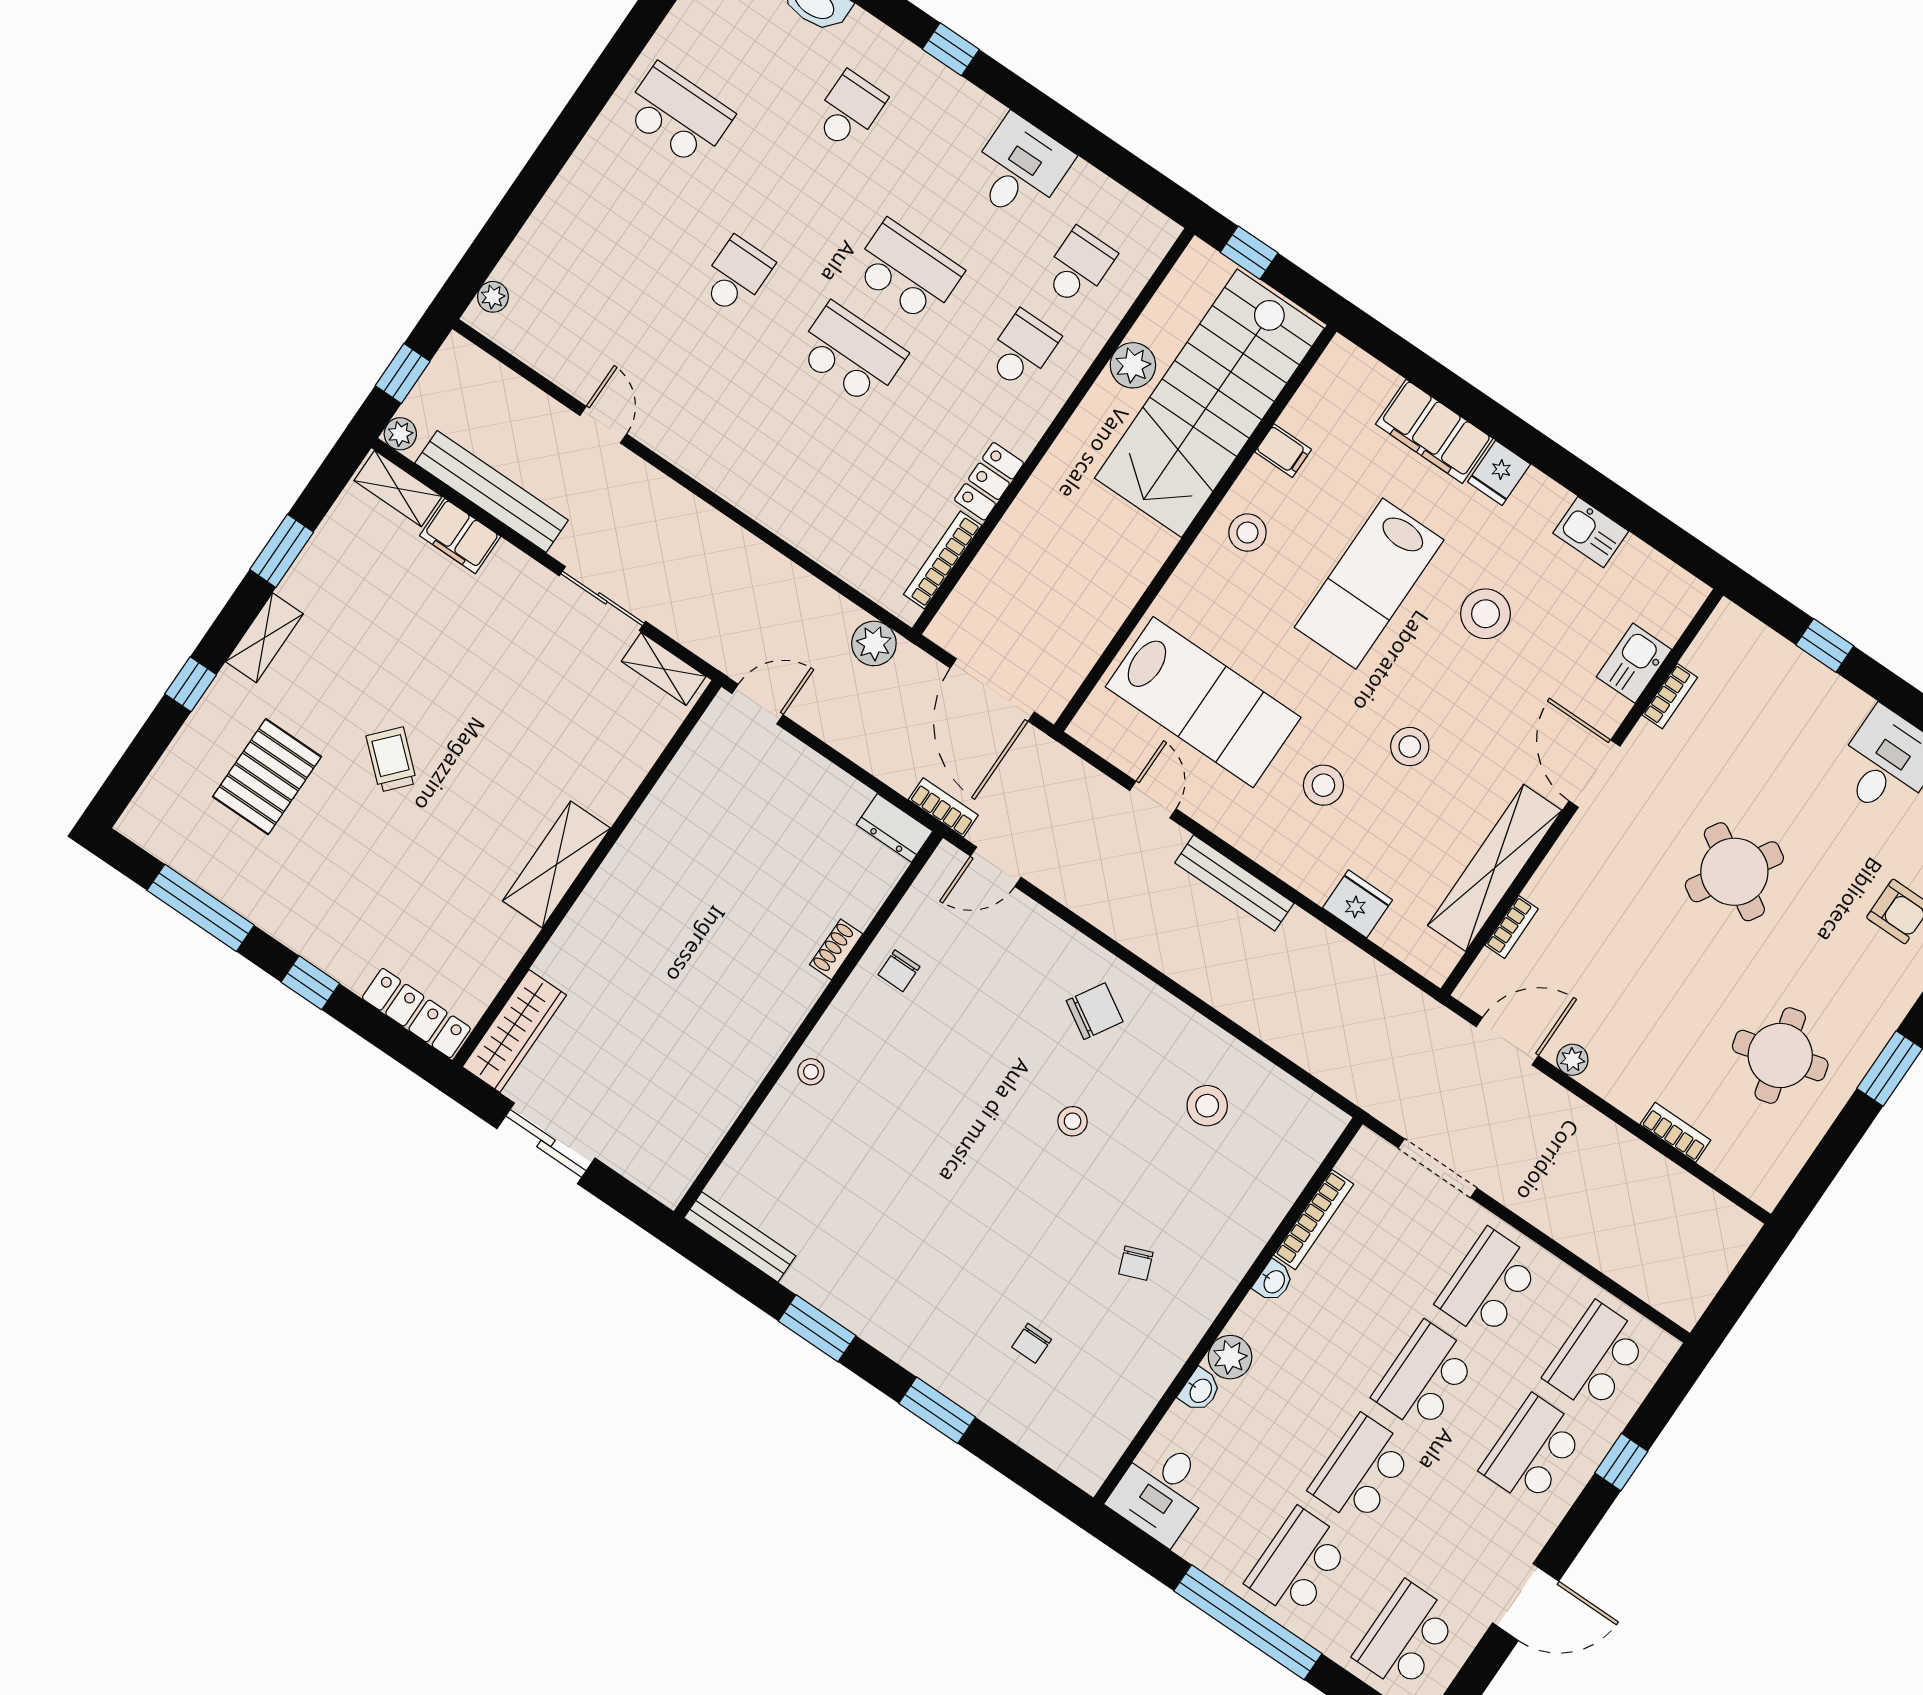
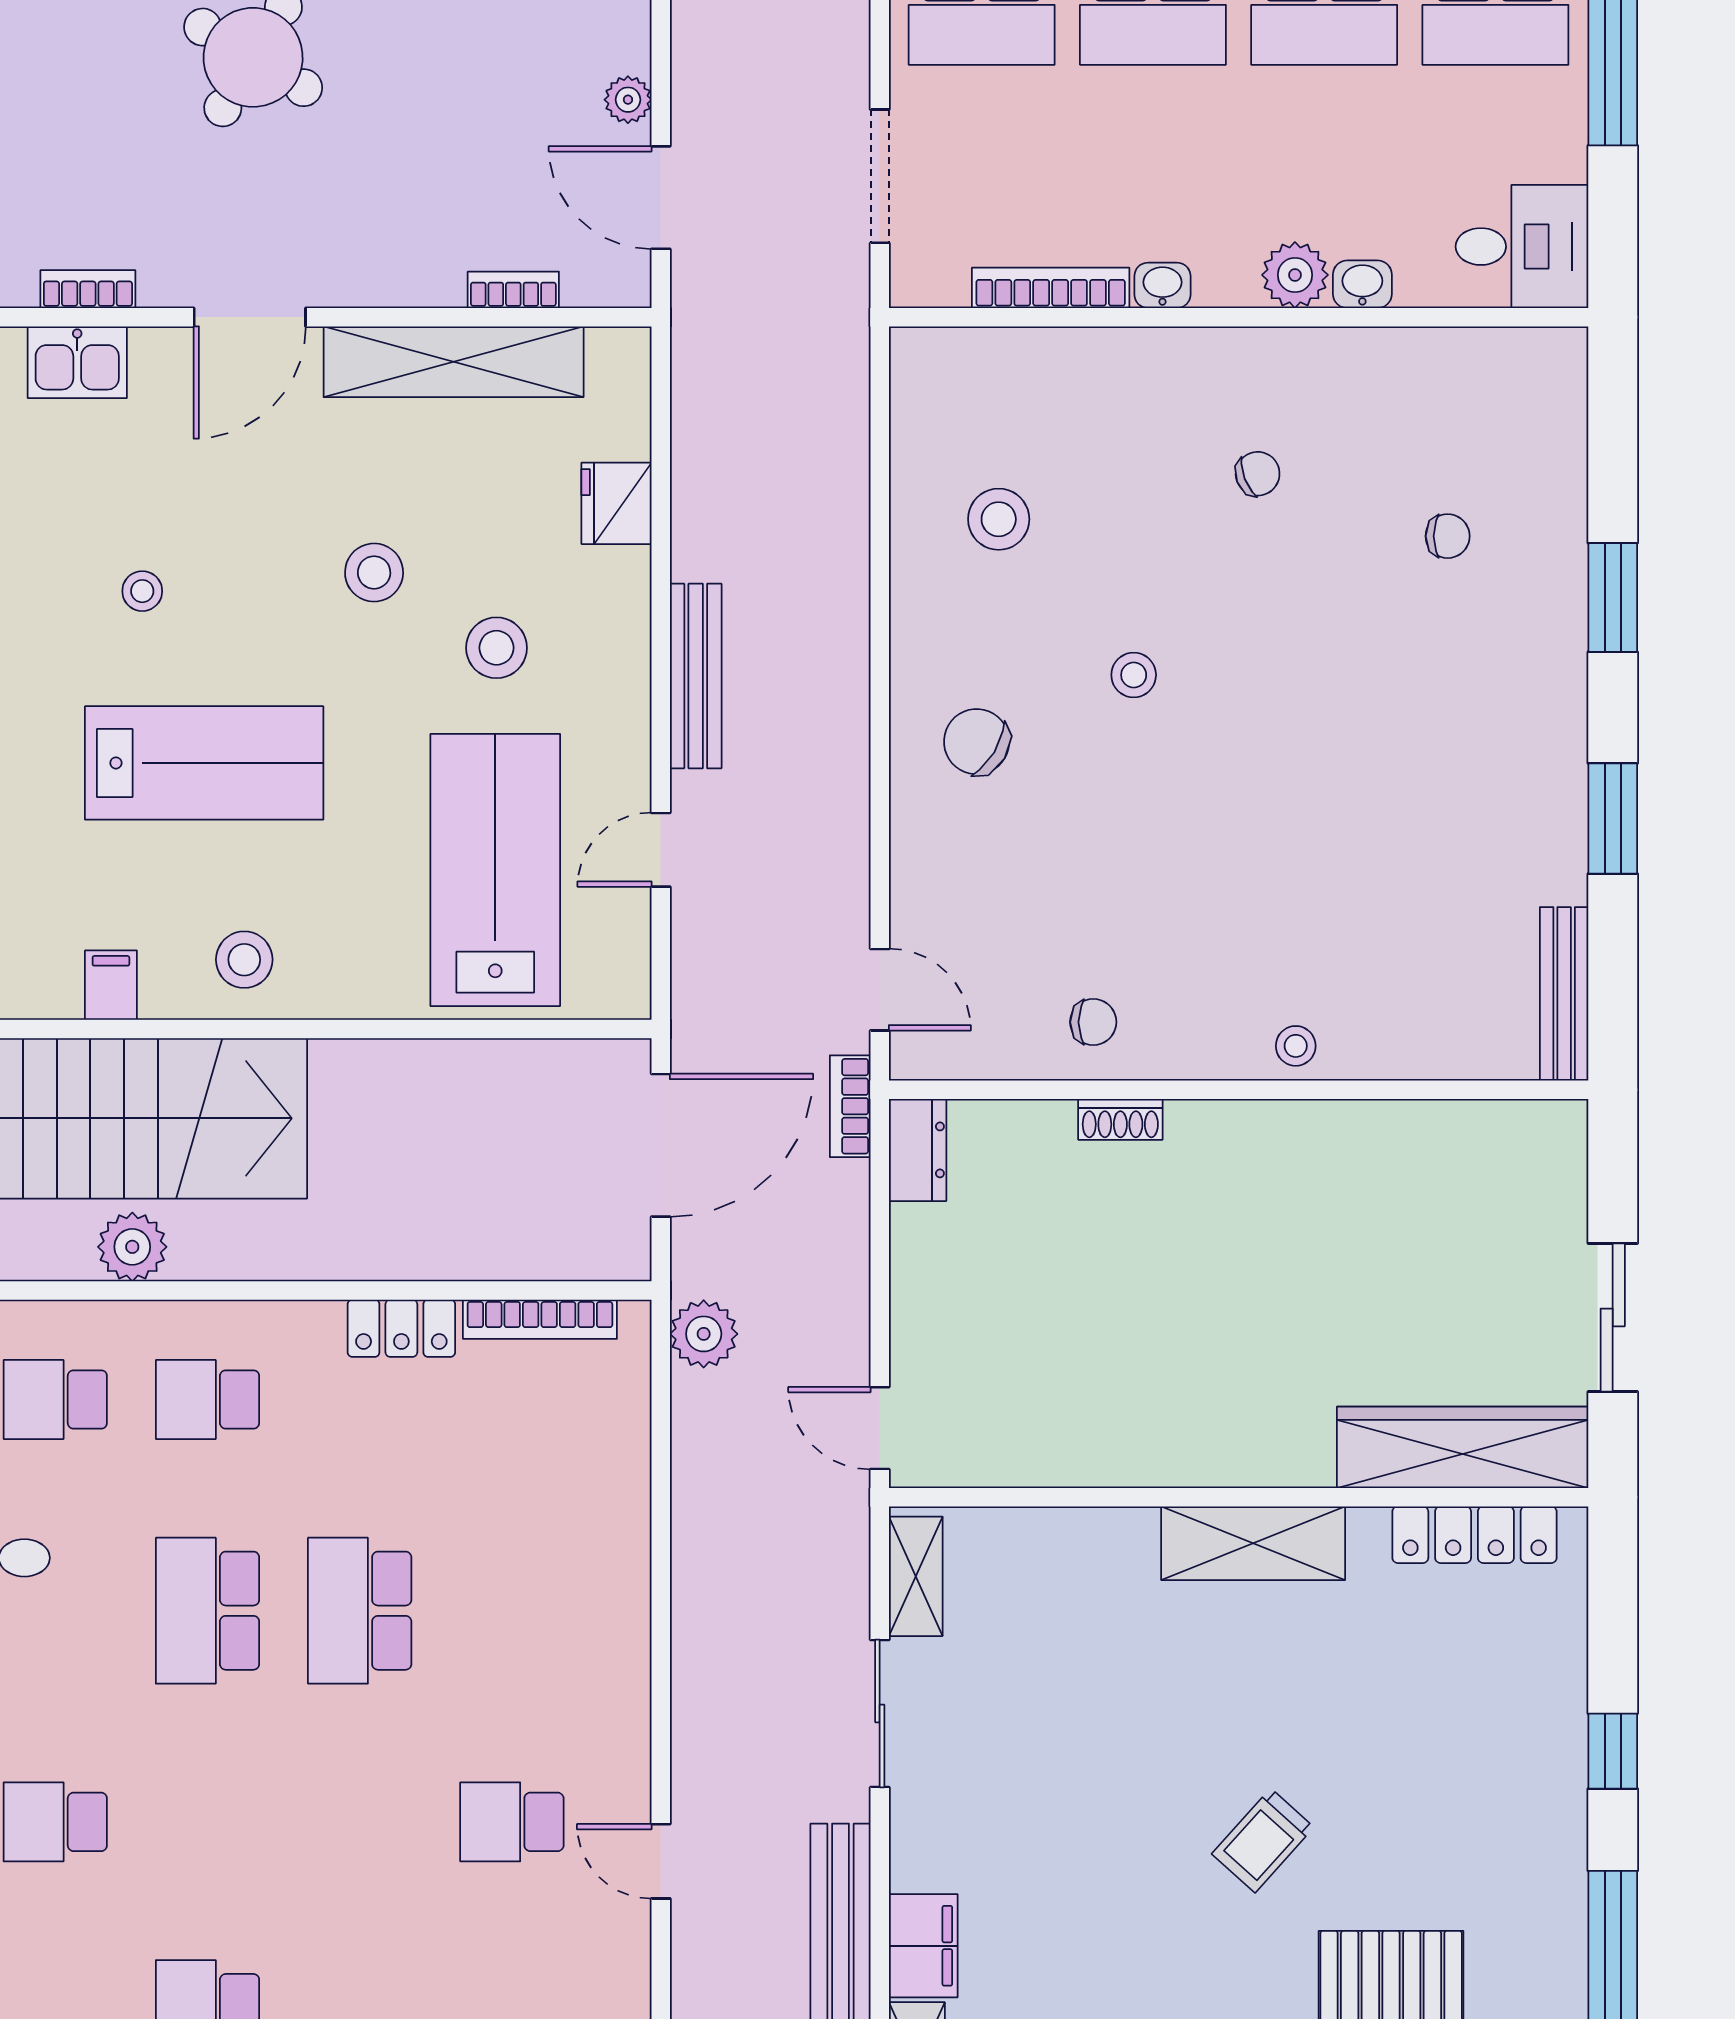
school desk: (736, 276) -> (512, 1822), moved
door: (603, 425) -> (661, 1861), hinge flipped
stool: (1486, 614) -> (142, 591), width x0.53, depth x0.53
locker: (416, 1013) -> (1474, 1535), moved, turned -90
wardrobe: (514, 1031) -> (1463, 1447), width x1.40, depth x1.17

